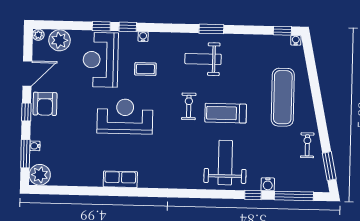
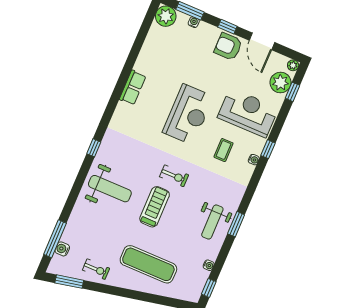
window: (101, 26) -> (292, 92), moved
water cooler: (296, 40) -> (209, 265), moved
weight bench: (203, 59) -> (212, 222), moved, turned 180
water cooler: (268, 184) -> (62, 249), moved
window: (253, 195) -> (94, 148), moved

